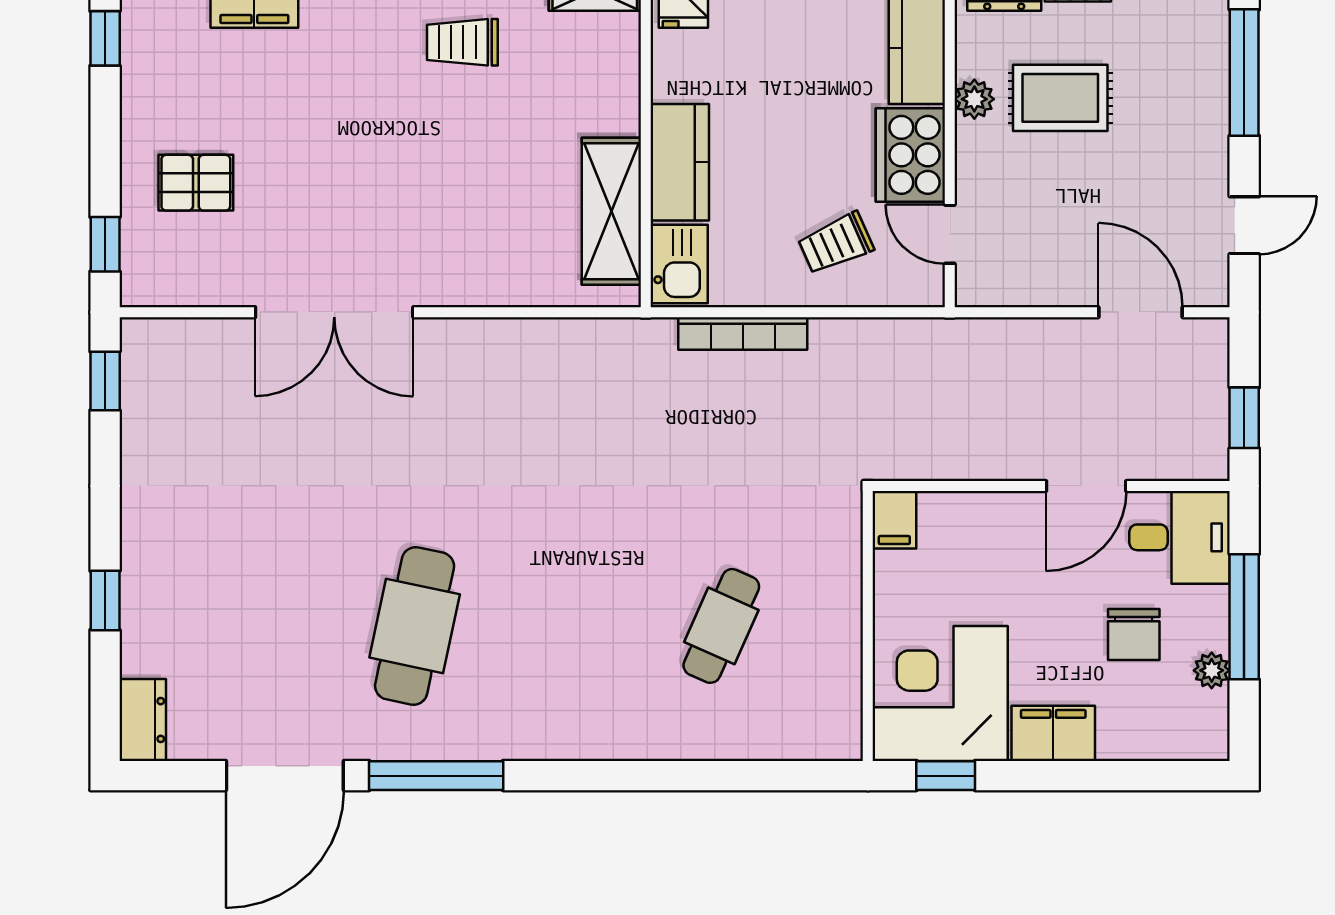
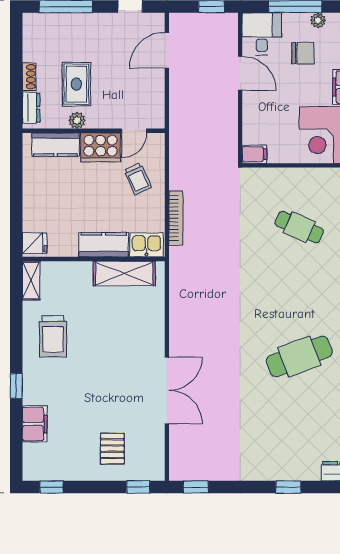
trolley: (462, 42) -> (53, 336), width x1.36, depth x1.39
cafe table: (415, 626) -> (299, 356), turned -33

